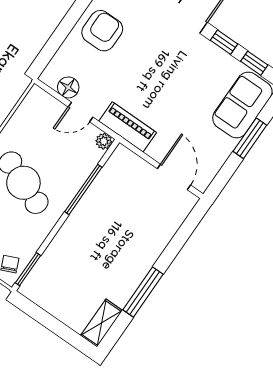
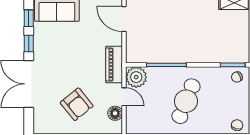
armchair: (102, 31) -> (77, 104), moved, turned -129
plant: (104, 141) -> (136, 77), width x1.88, depth x1.88
door: (174, 177) -> (124, 19), hinge flipped

